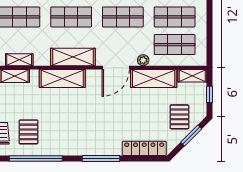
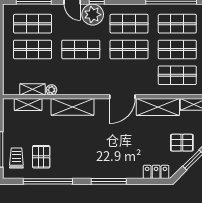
shelving: (73, 57) -> (83, 87), removed
plant: (143, 60) -> (51, 90), moved
pallet: (179, 117) -> (182, 143), turned 90
locker: (144, 148) -> (156, 172), width x0.66

